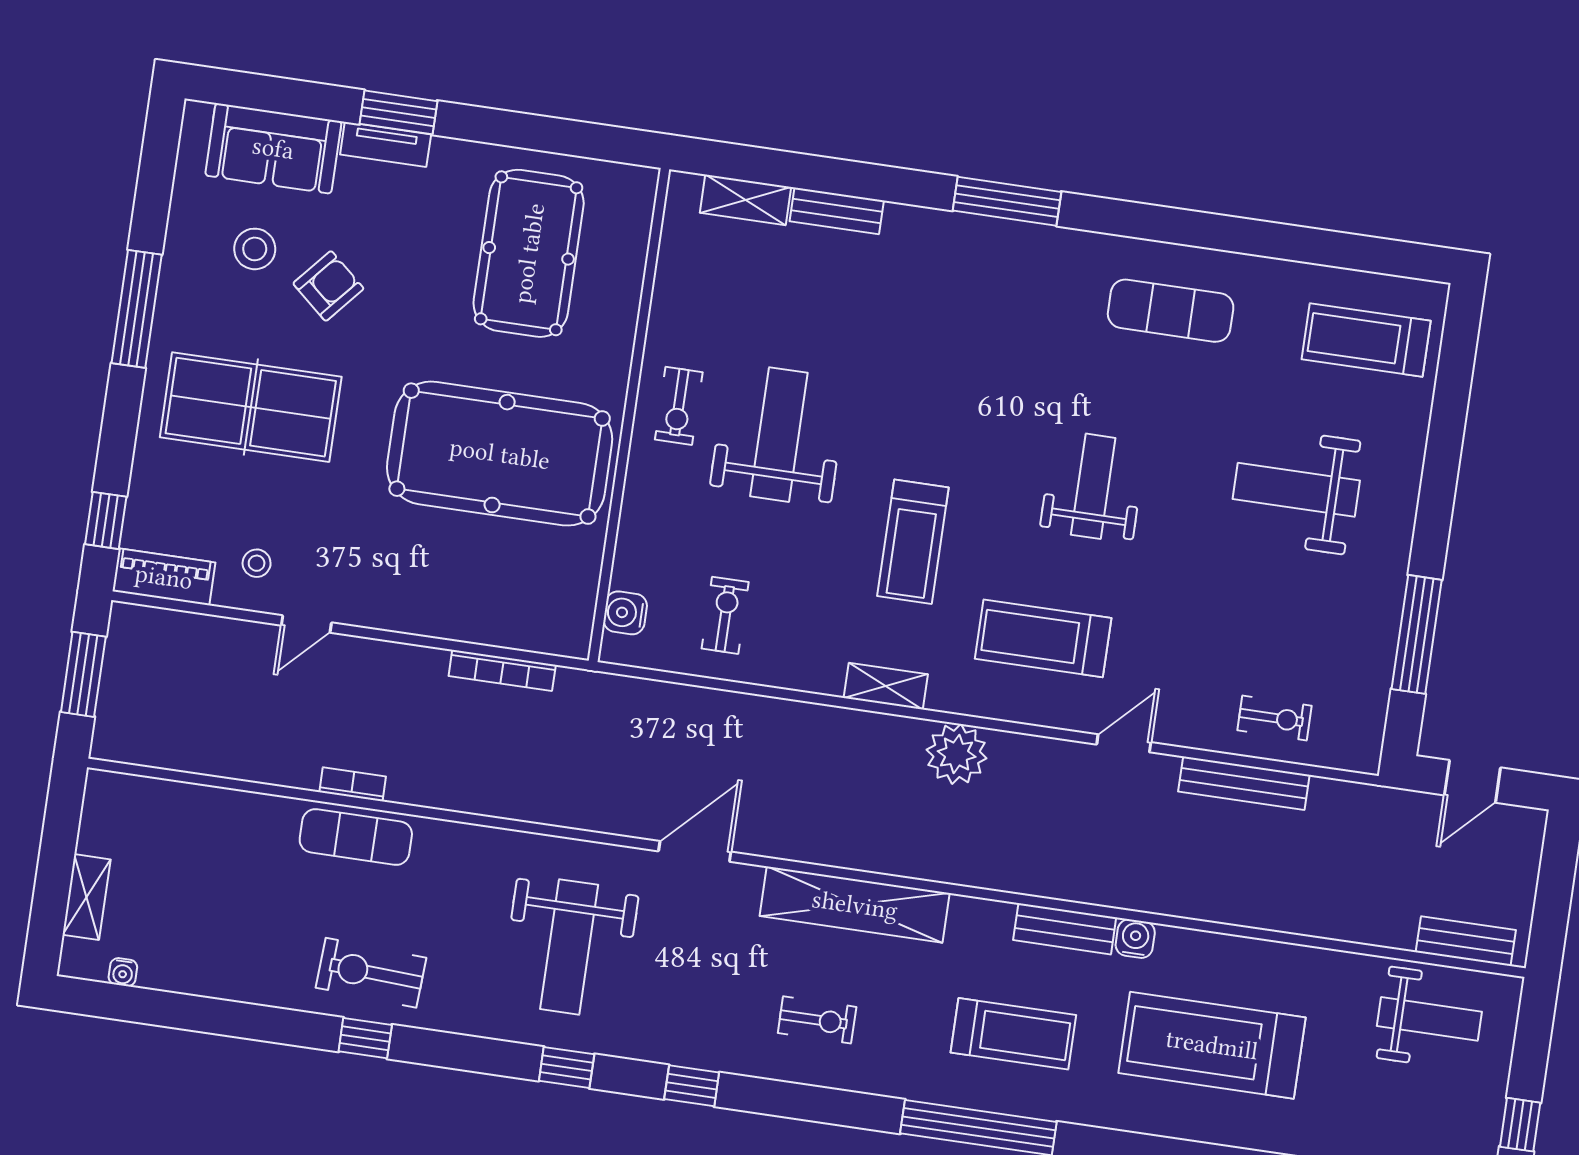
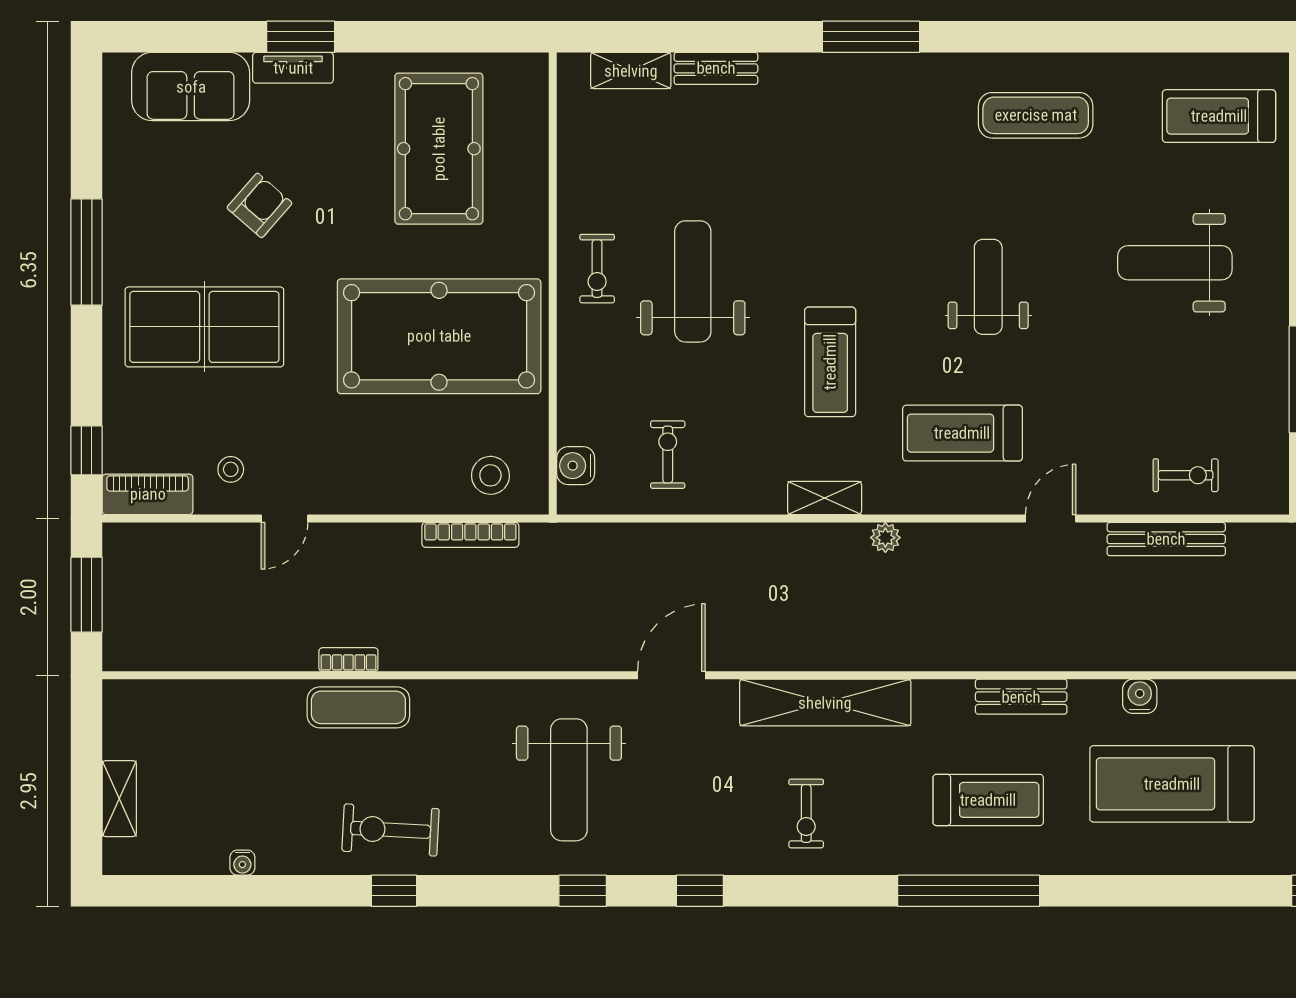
stool: (255, 249) -> (490, 475), moved
plant: (957, 754) -> (885, 538), width x0.53, depth x0.53
water cooler: (1135, 939) -> (1140, 696), moved
water cooler: (123, 972) -> (242, 863), moved
exercise bike: (817, 1020) -> (806, 813), turned 90

